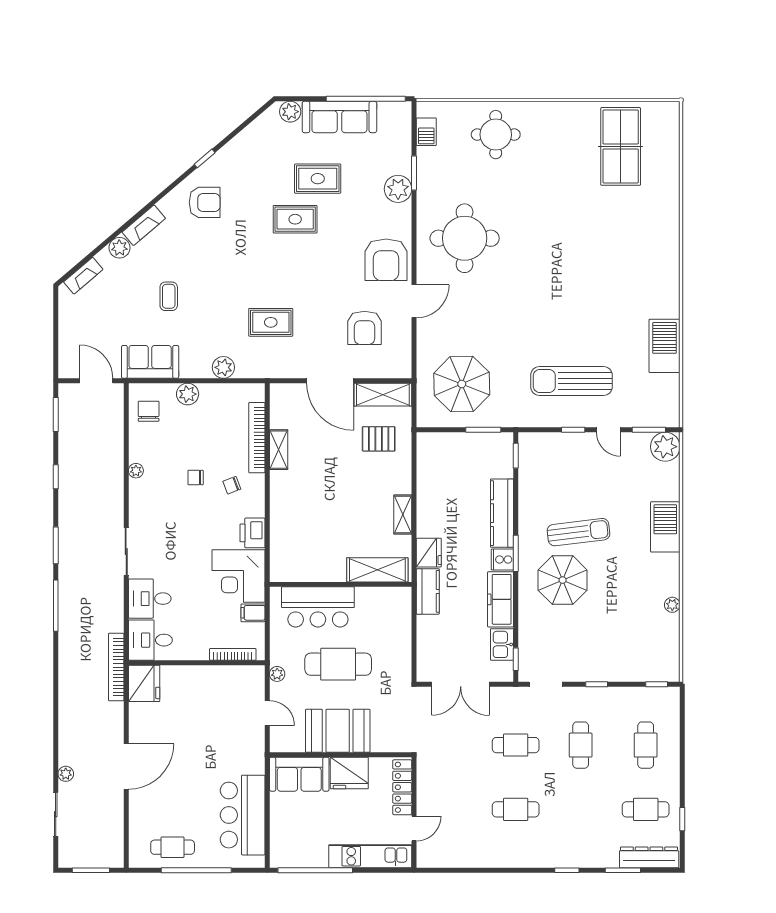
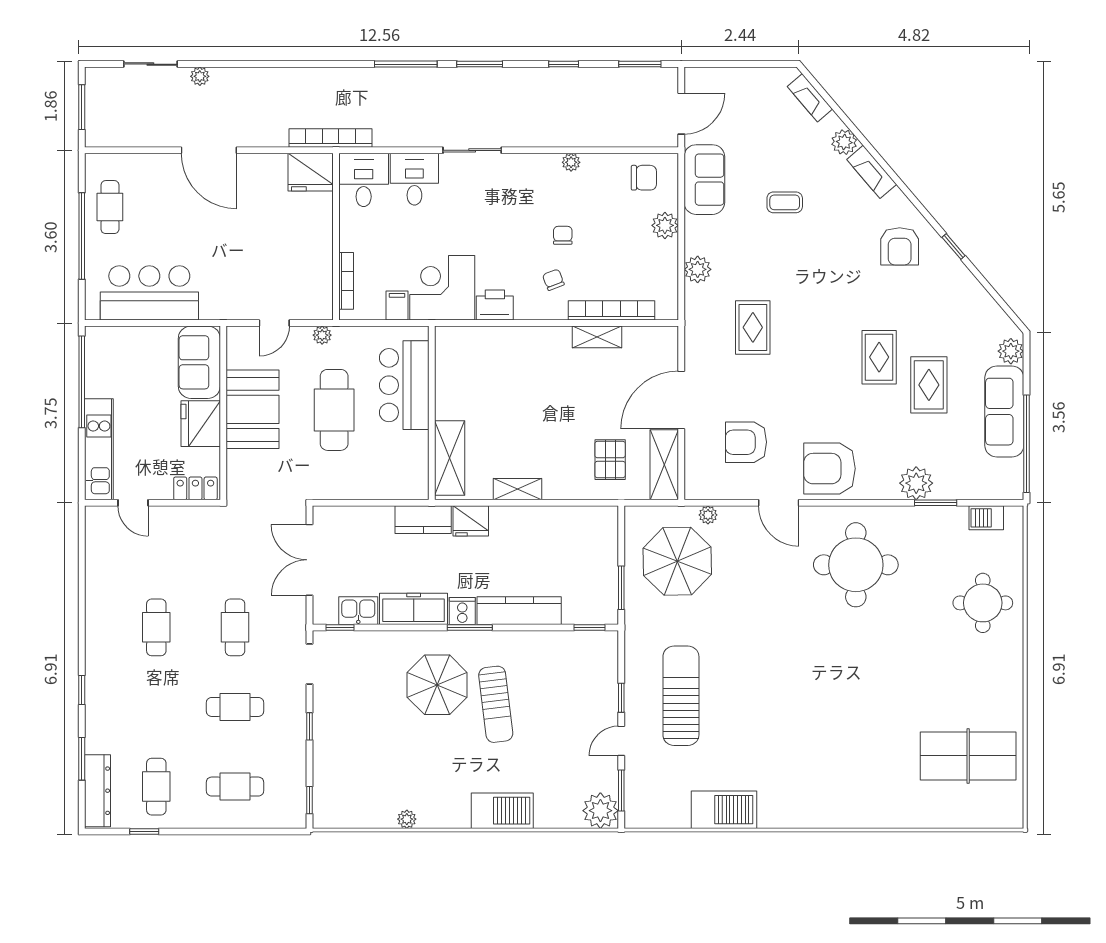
plant: (424, 359) -> (708, 515), added
locker: (402, 787) -> (195, 488), width x0.66

